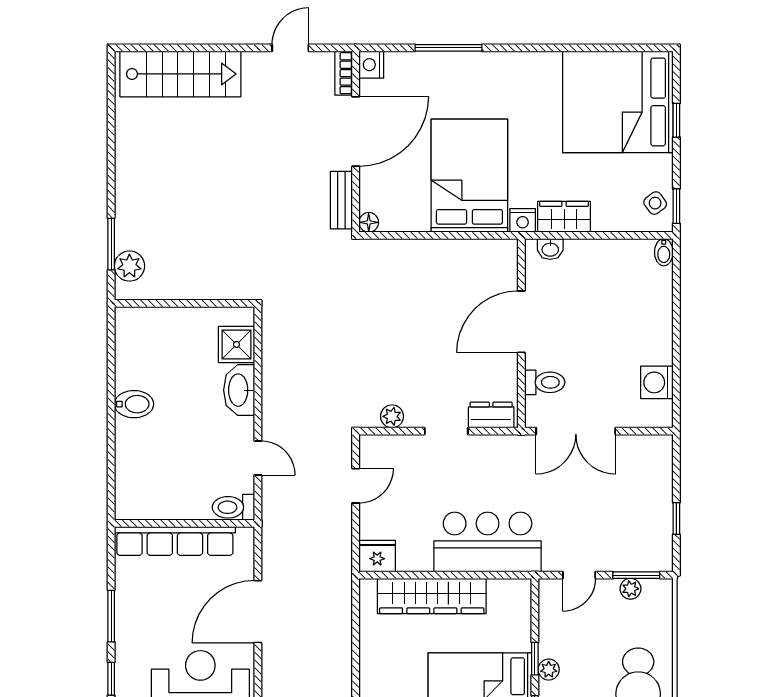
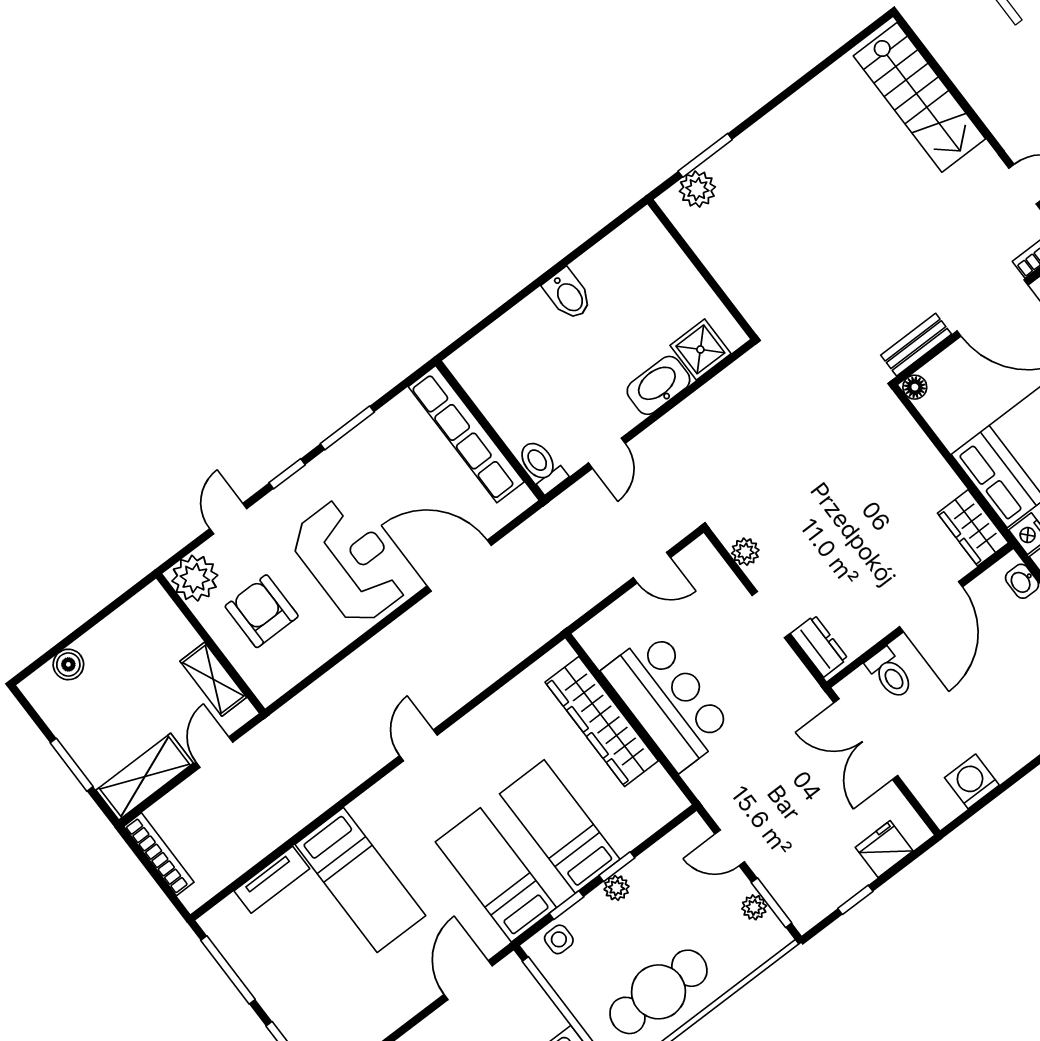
wardrobe: (491, 255) -> (973, 528), added
door: (521, 322) -> (931, 607), swing flipped
bar counter: (488, 542) -> (668, 701), moved
fridge: (377, 556) -> (884, 849), moved, turned -90

